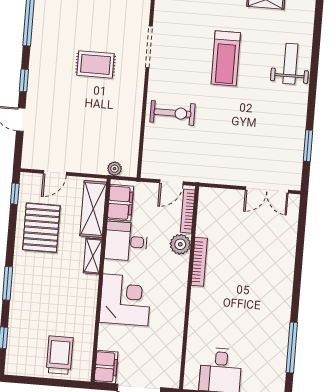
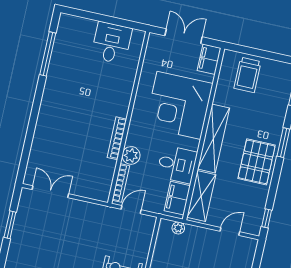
pallet: (41, 228) -> (257, 162), moved
shelving: (93, 256) -> (213, 139), width x2.20, depth x1.33
corner desk: (125, 300) -> (179, 105), width x1.36, depth x1.36

